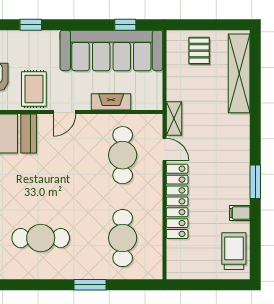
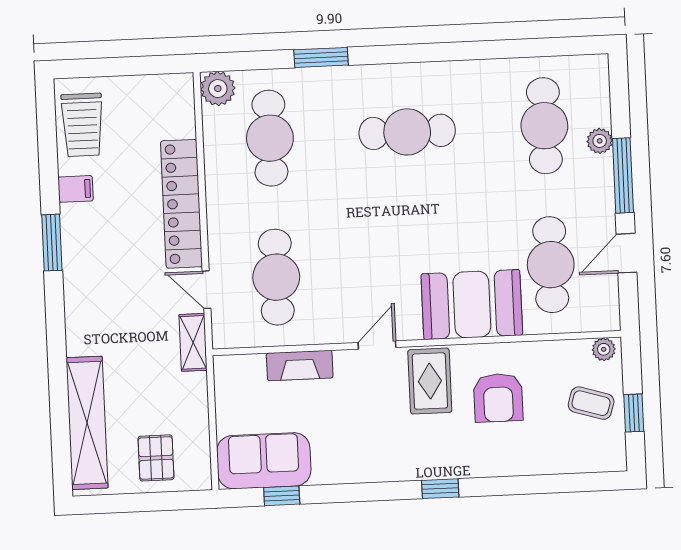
sofa: (111, 50) -> (264, 461), width x0.54, depth x0.79
plant: (152, 269) -> (218, 89), added

